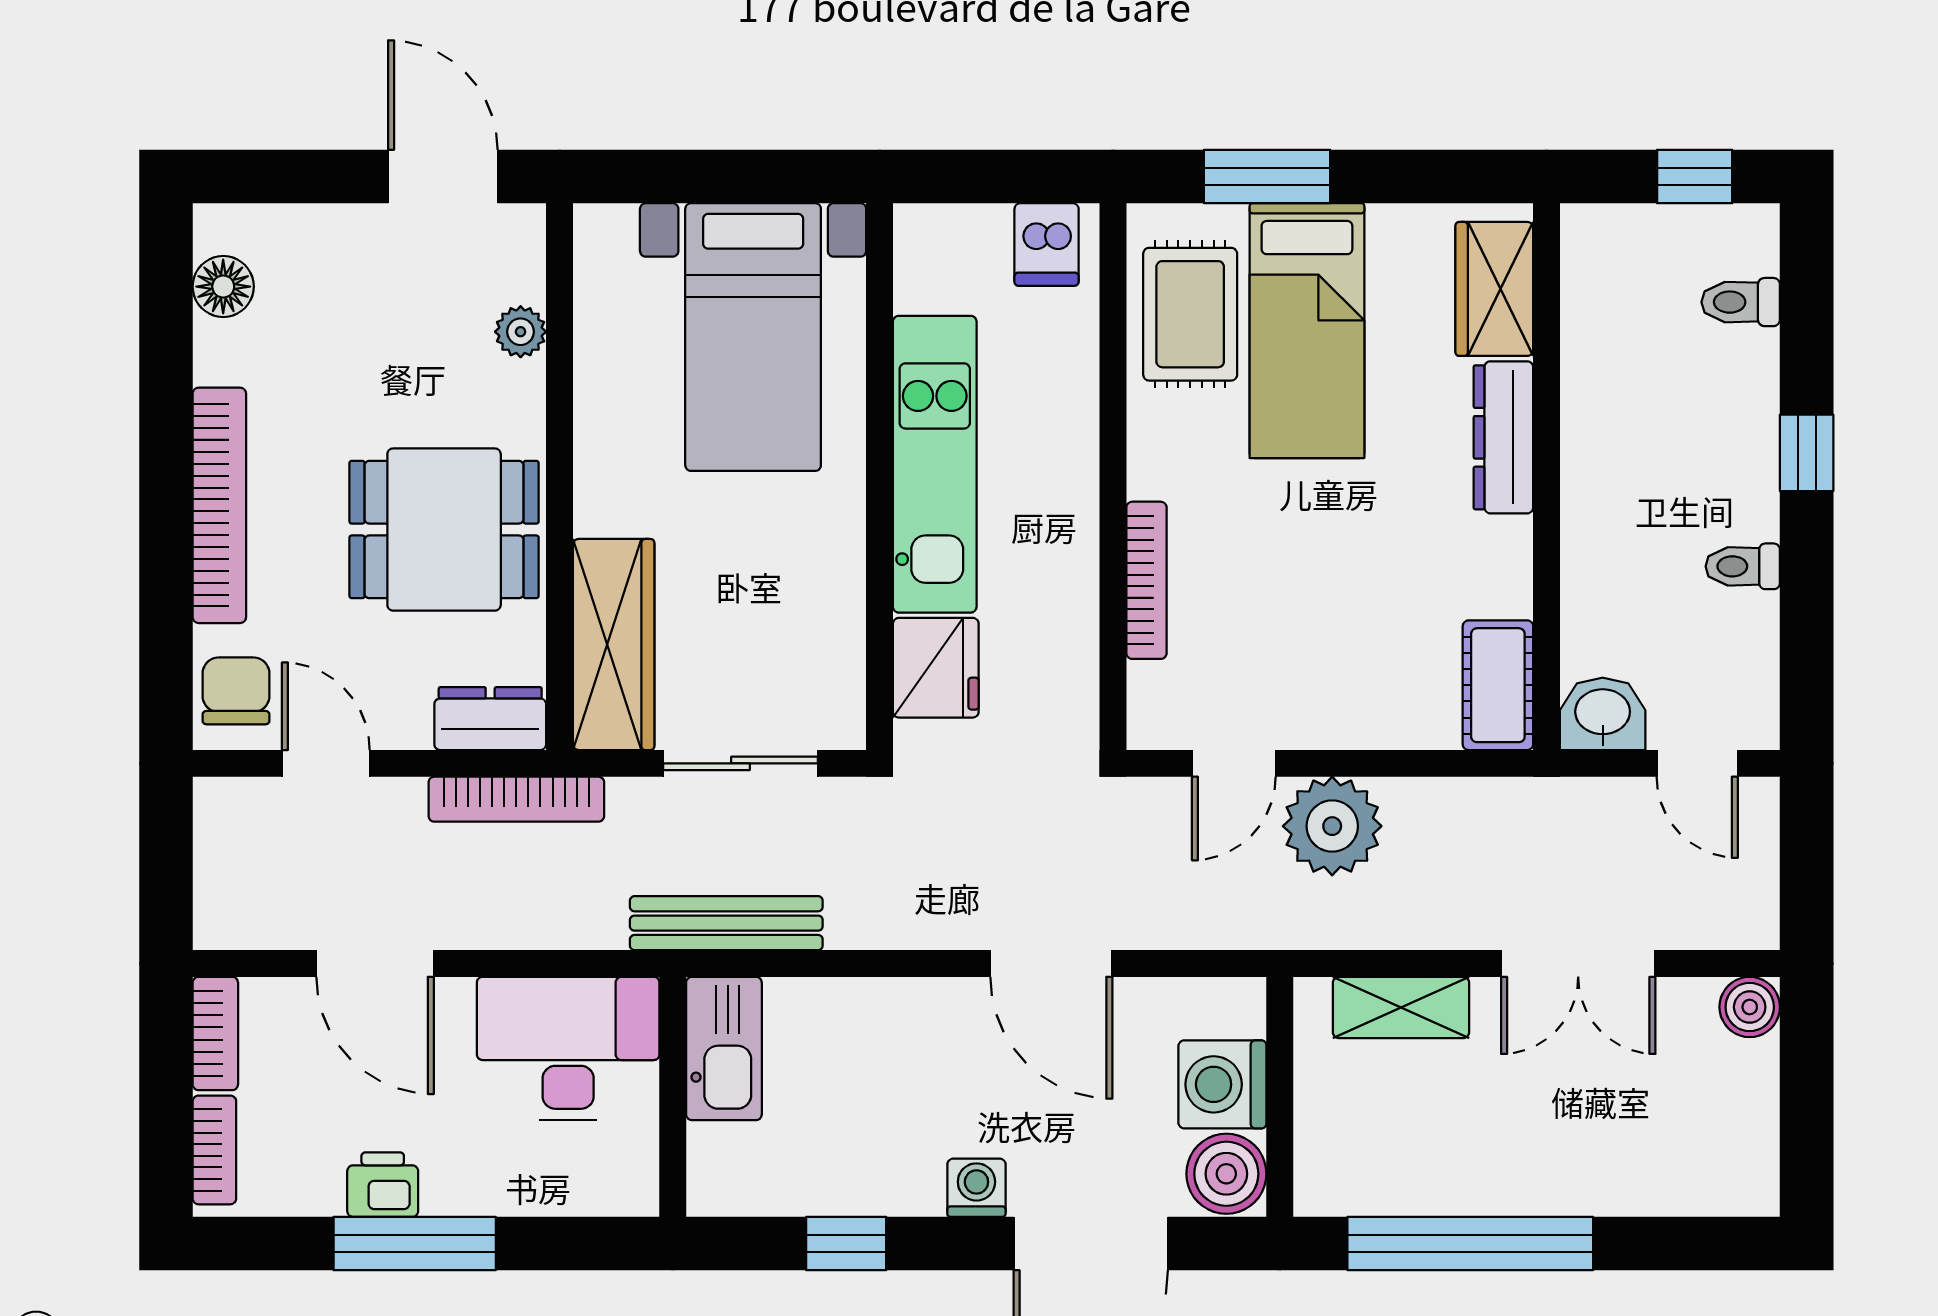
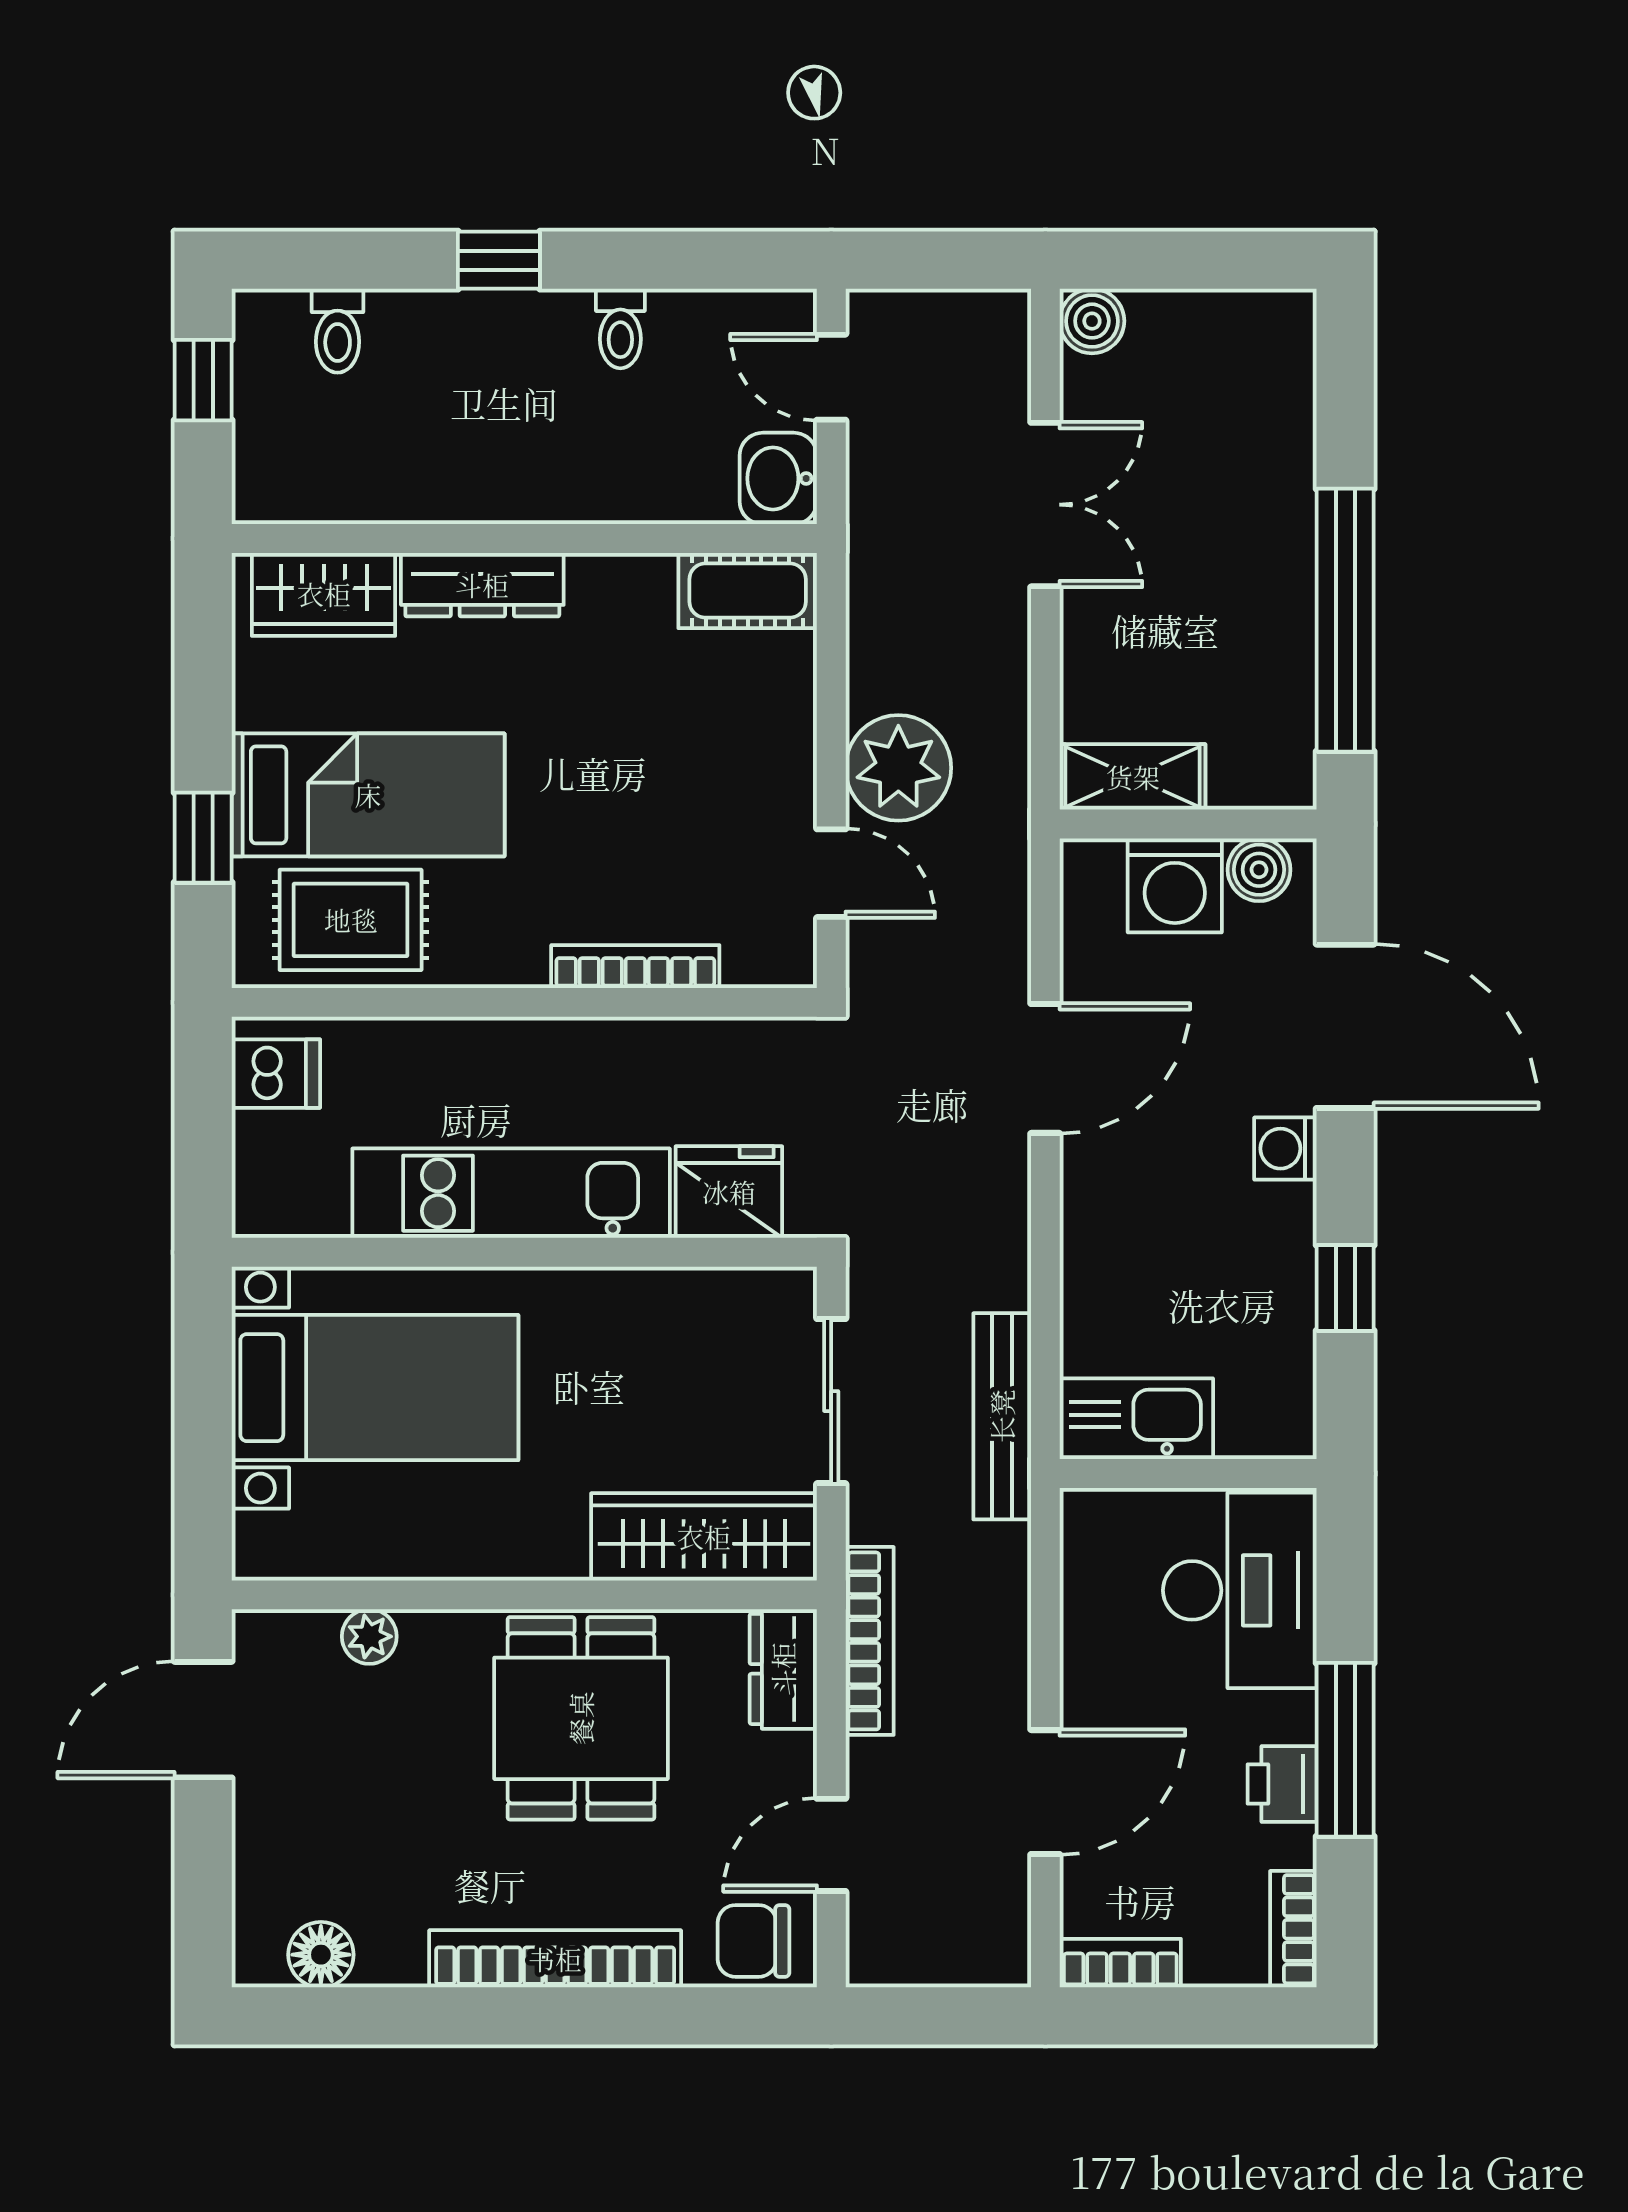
window: (1267, 176) -> (203, 838), width x0.67
door: (1697, 763) -> (831, 377), swing flipped
shelving: (1401, 1007) -> (1133, 777), moved, turned 90
desk: (568, 1049) -> (1240, 1590), moved, turned 180
bookcase: (214, 1150) -> (1293, 1929), moved, turned -90
boiler: (1226, 1174) -> (1259, 870), width x0.73, depth x0.73

